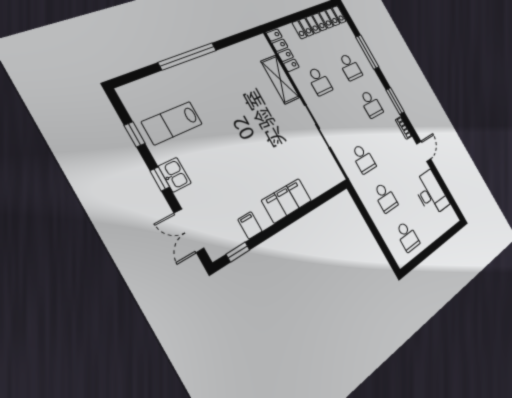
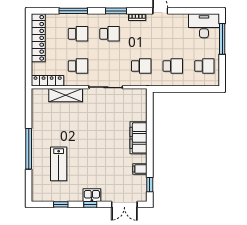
lab bench: (172, 123) -> (59, 164), moved
desk: (431, 193) -> (204, 26), moved
window: (442, 240) -> (222, 39), added

